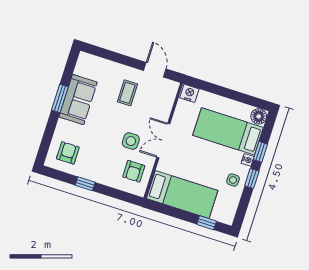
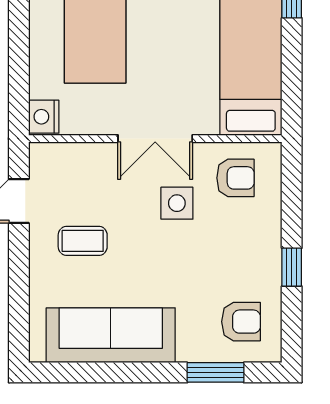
window: (60, 98) -> (215, 372), moved
sofa: (78, 100) -> (111, 335), width x1.36
armchair: (68, 153) -> (241, 322), turned 180

